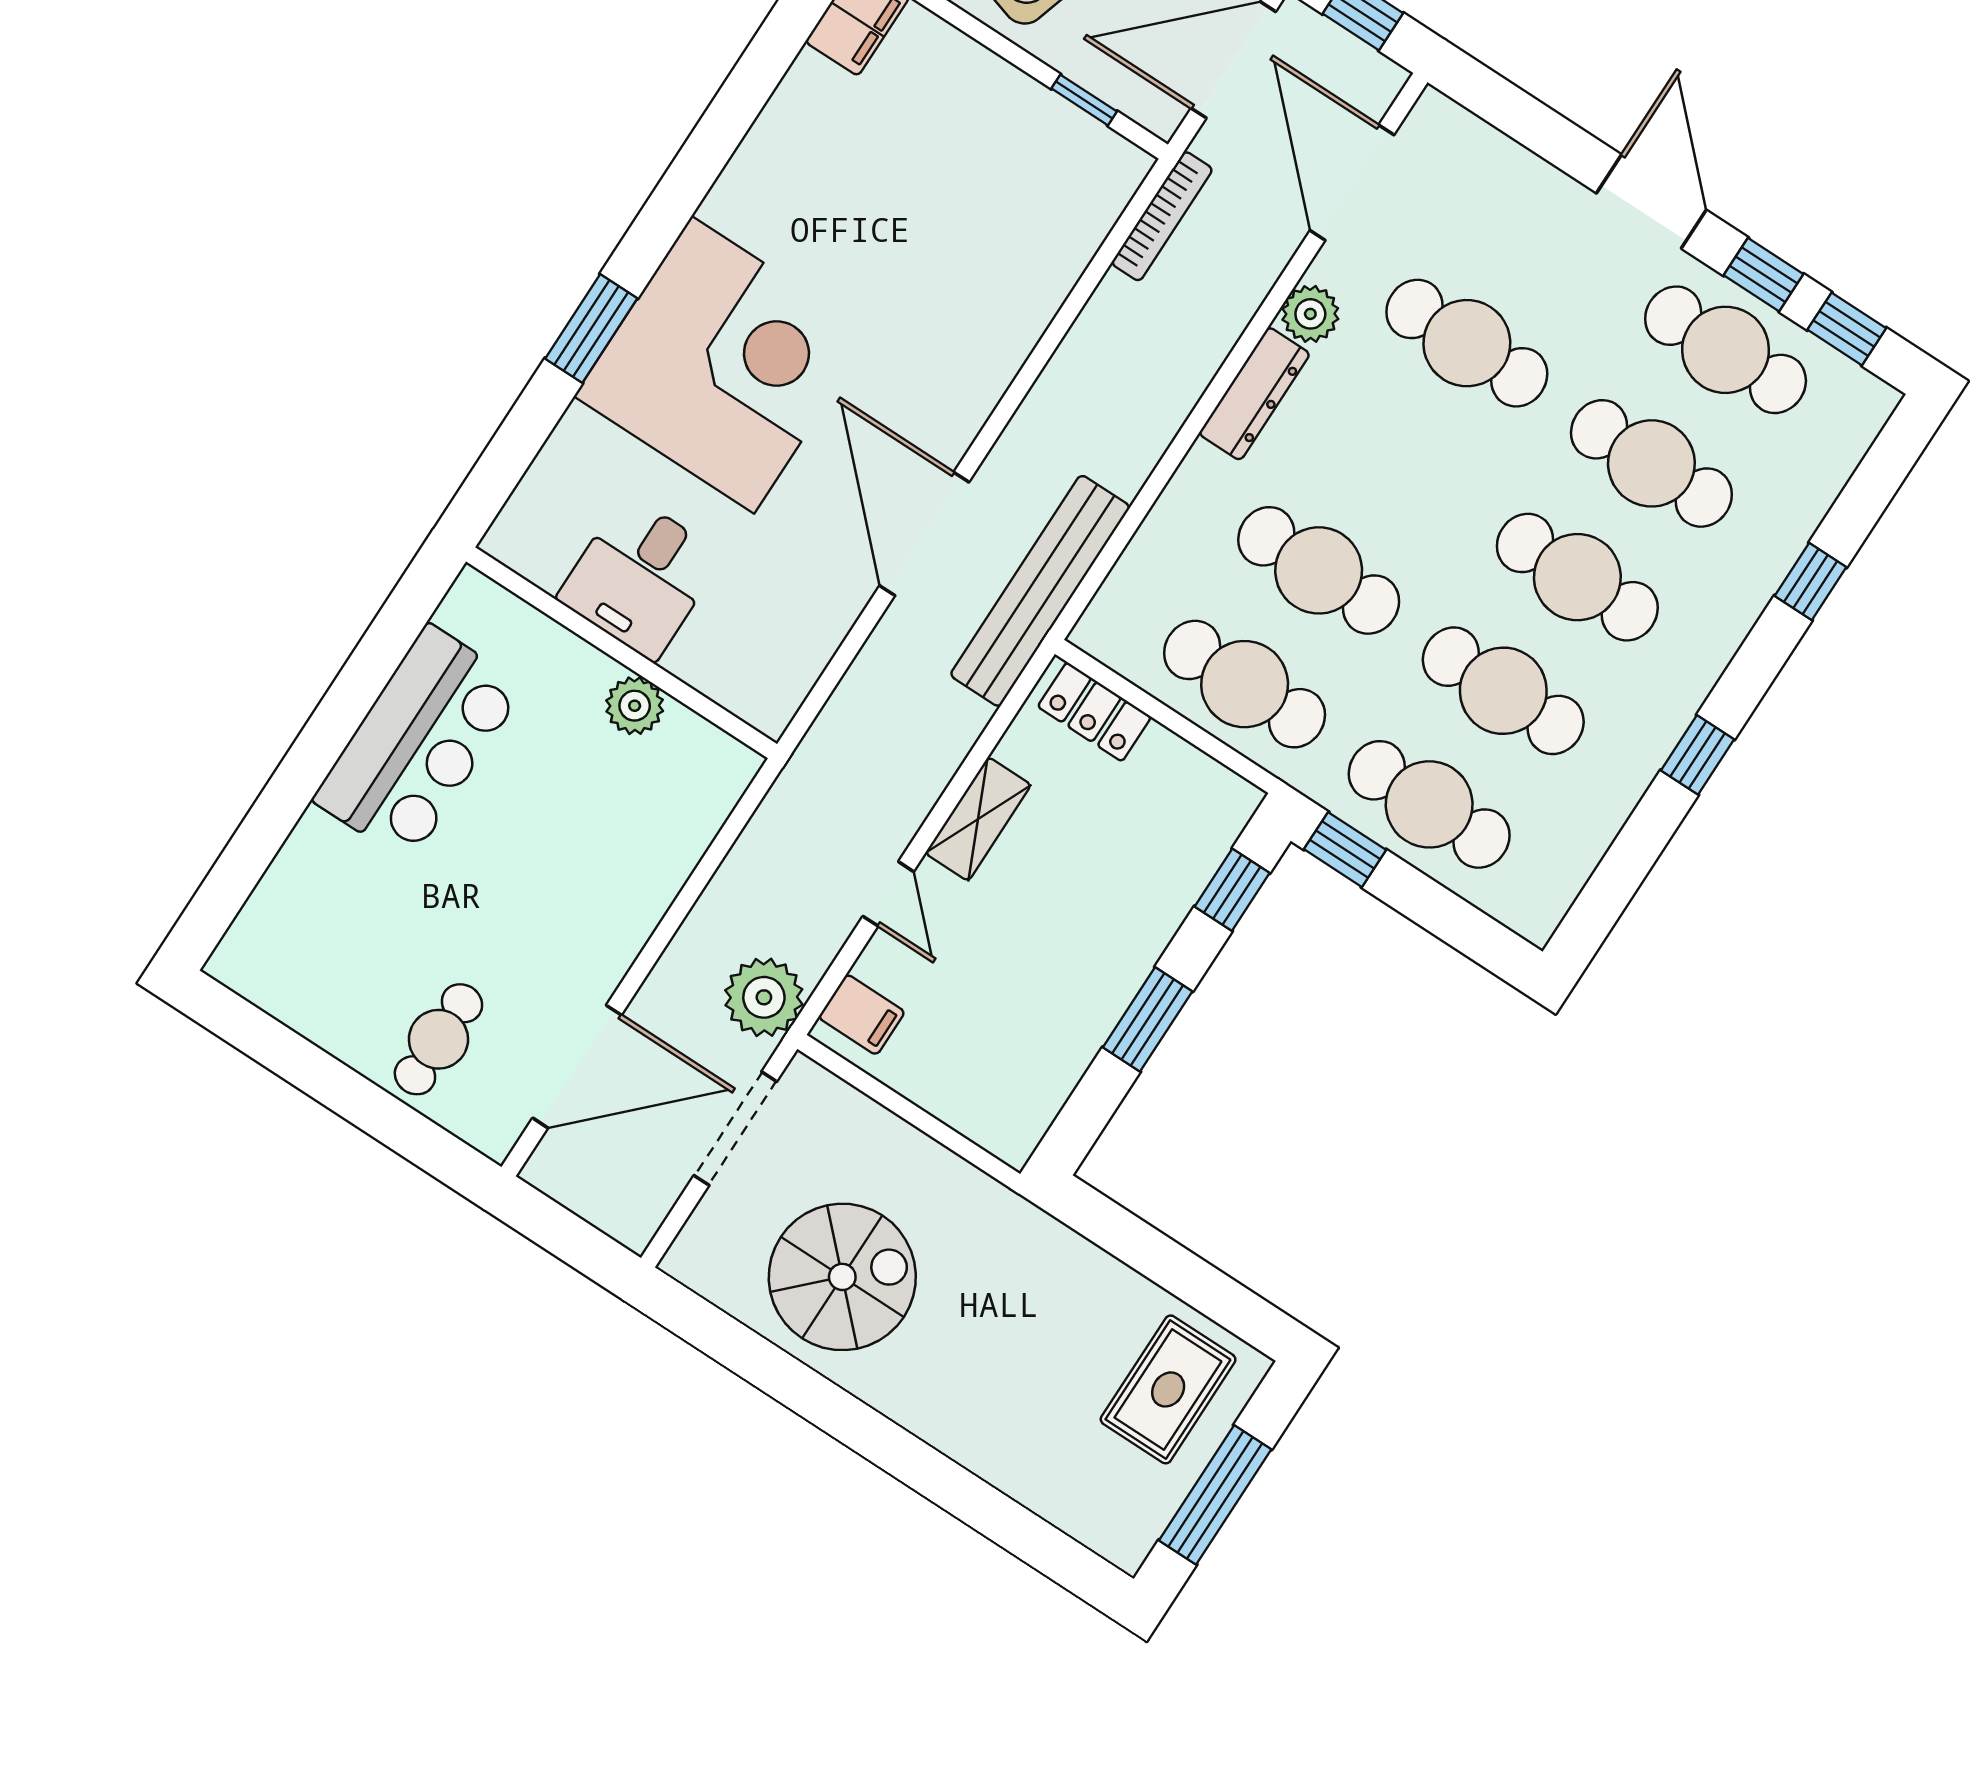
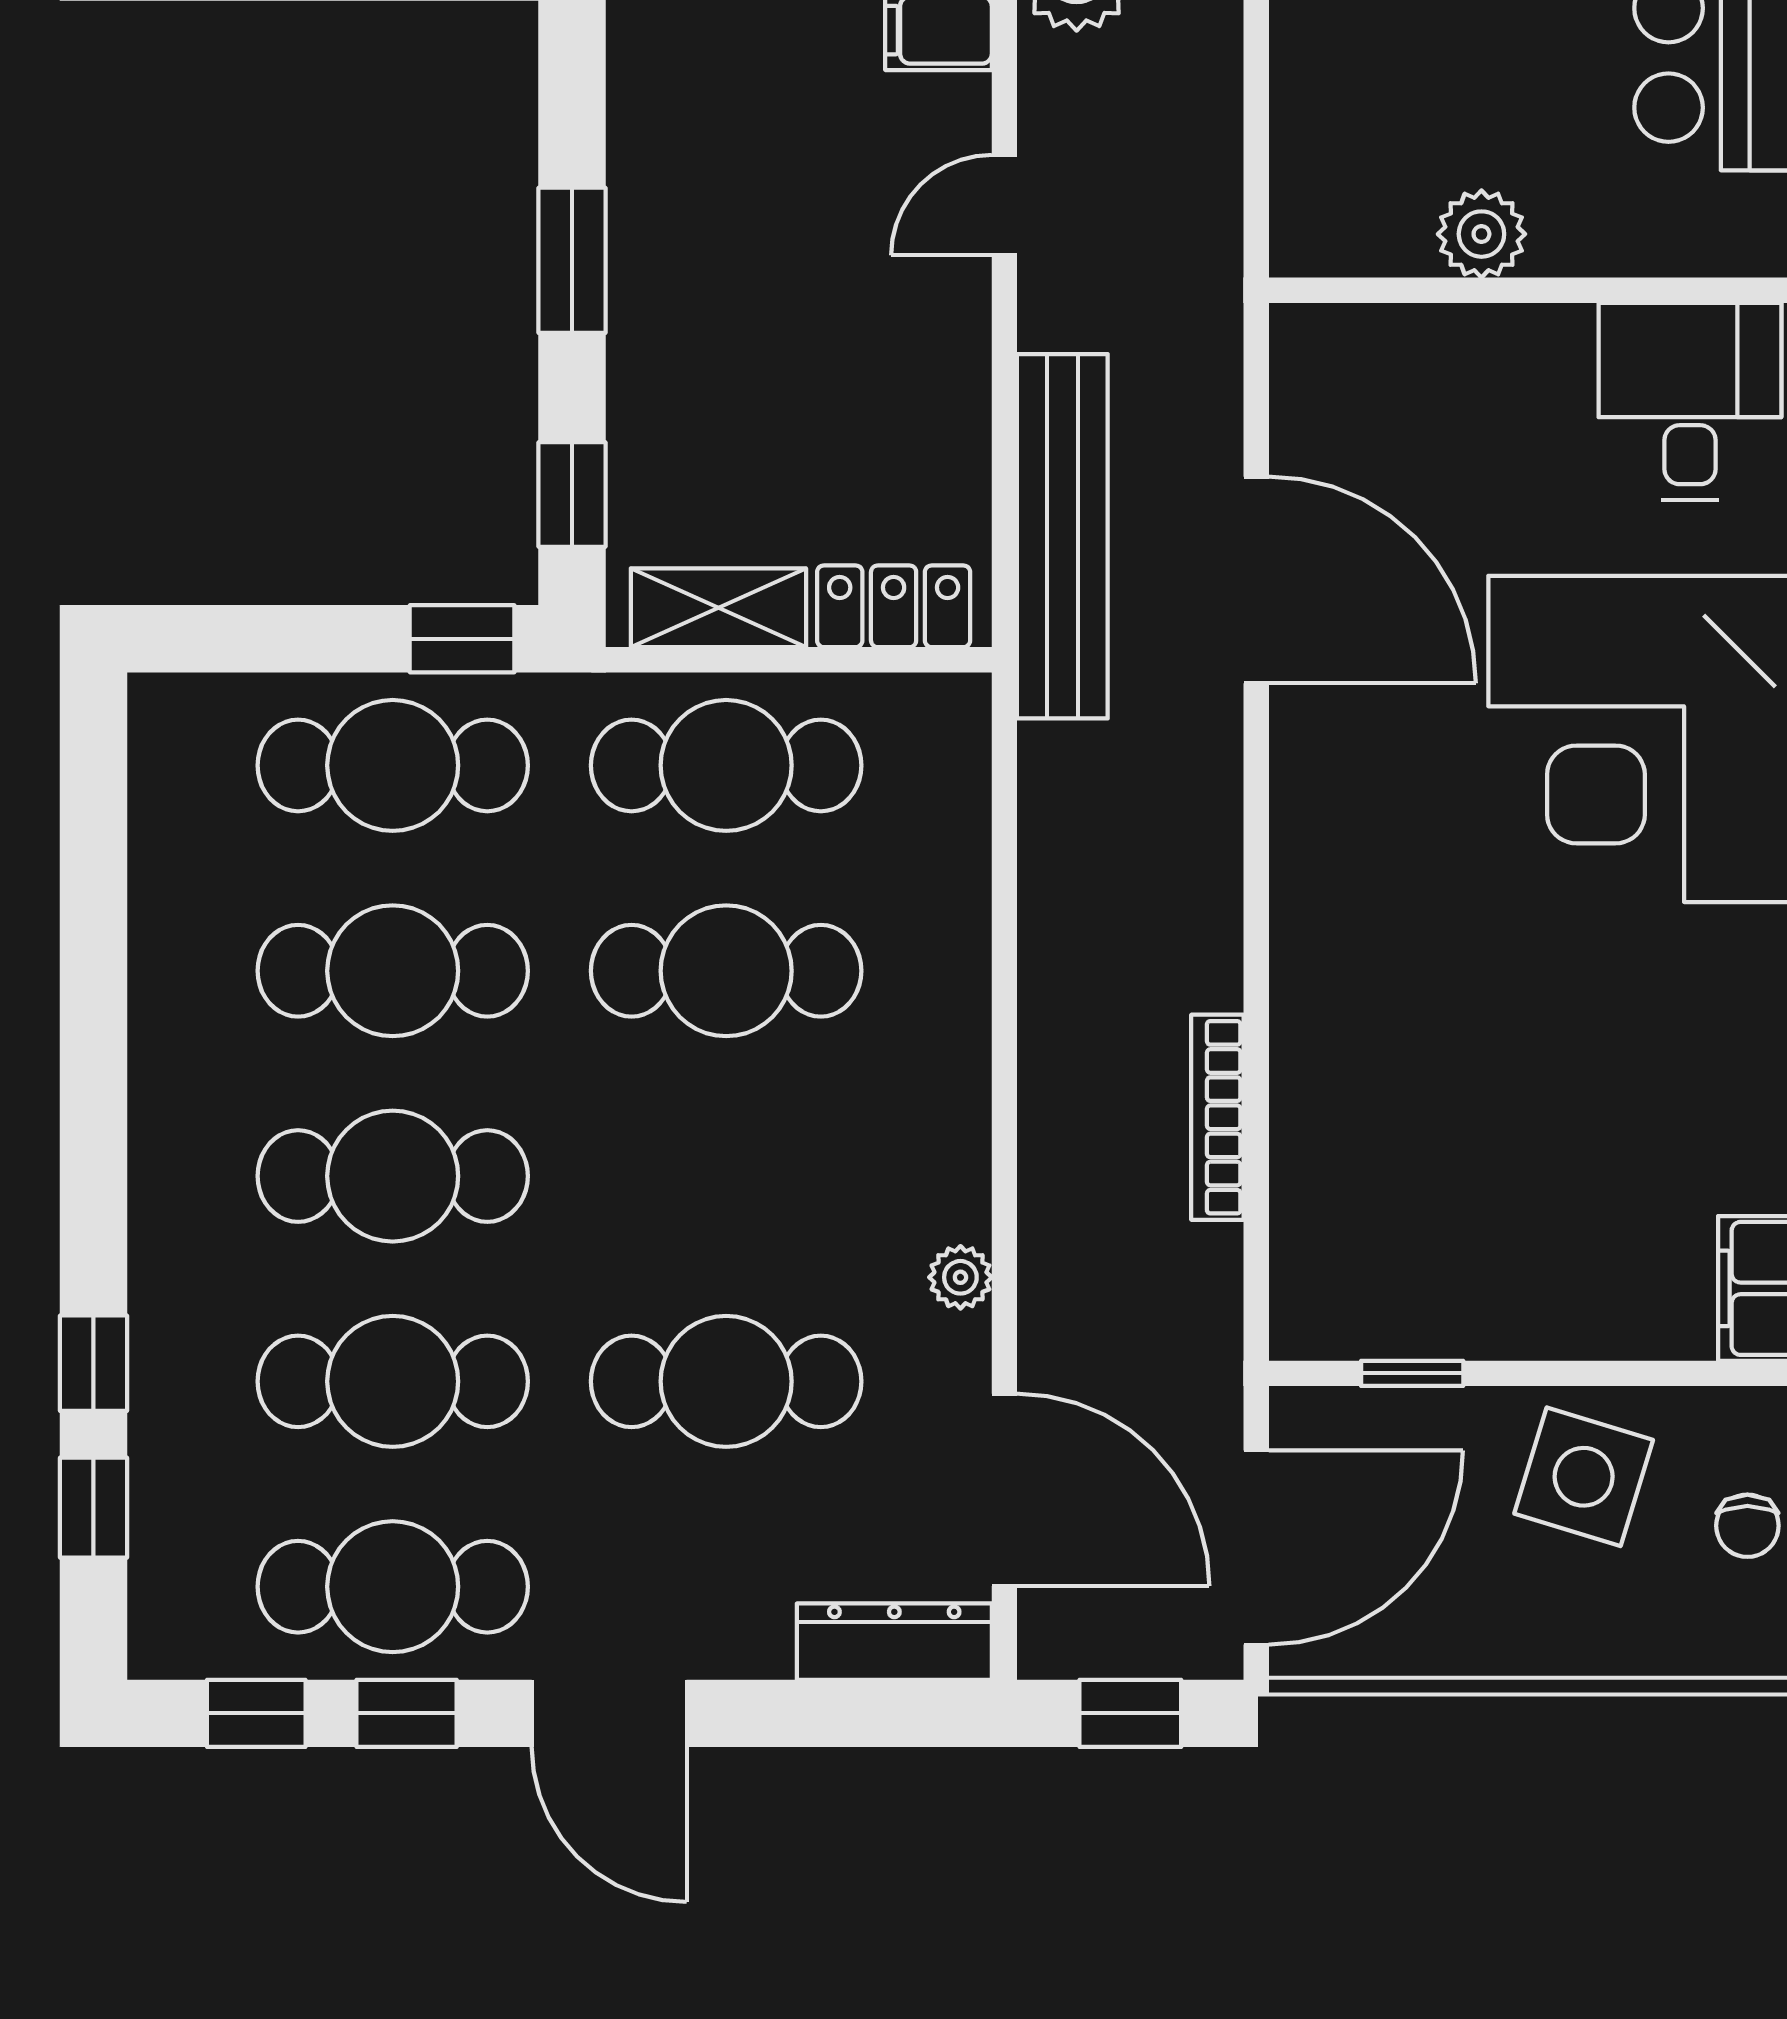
bookcase: (1162, 216) -> (1217, 1117), moved
plant: (1310, 314) -> (960, 1277), width x0.73, depth x0.73
dresser: (1254, 394) -> (894, 1642), moved, turned 90
door: (924, 534) -> (1256, 580), moved
desk: (640, 577) -> (1690, 401), moved
bench: (1040, 591) -> (1062, 536), moved
window: (1698, 755) -> (93, 1508), moved
shelving: (978, 819) -> (718, 608), moved, turned 90
door: (888, 894) -> (1004, 205), hinge flipped

